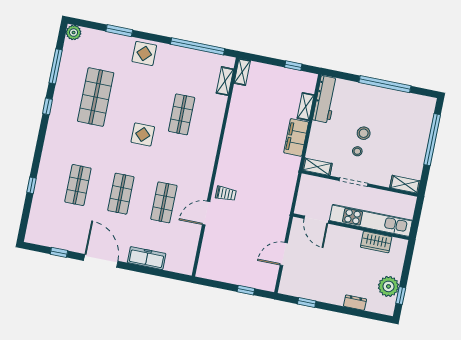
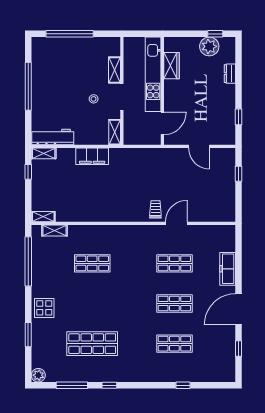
shelving: (306, 107) -> (44, 153), moved
stool: (364, 133) -> (76, 97), removed
display table: (143, 134) -> (117, 295), removed
shelving: (405, 184) -> (115, 70), moved
door: (206, 213) -> (176, 223), swing flipped

